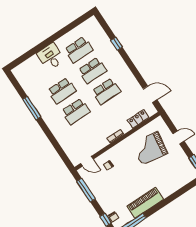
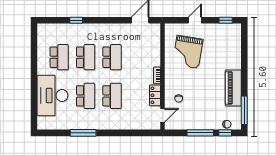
desk: (51, 57) -> (53, 96), width x1.87, depth x1.30
locker: (138, 119) -> (155, 95), moved
window: (86, 190) -> (200, 133), moved

